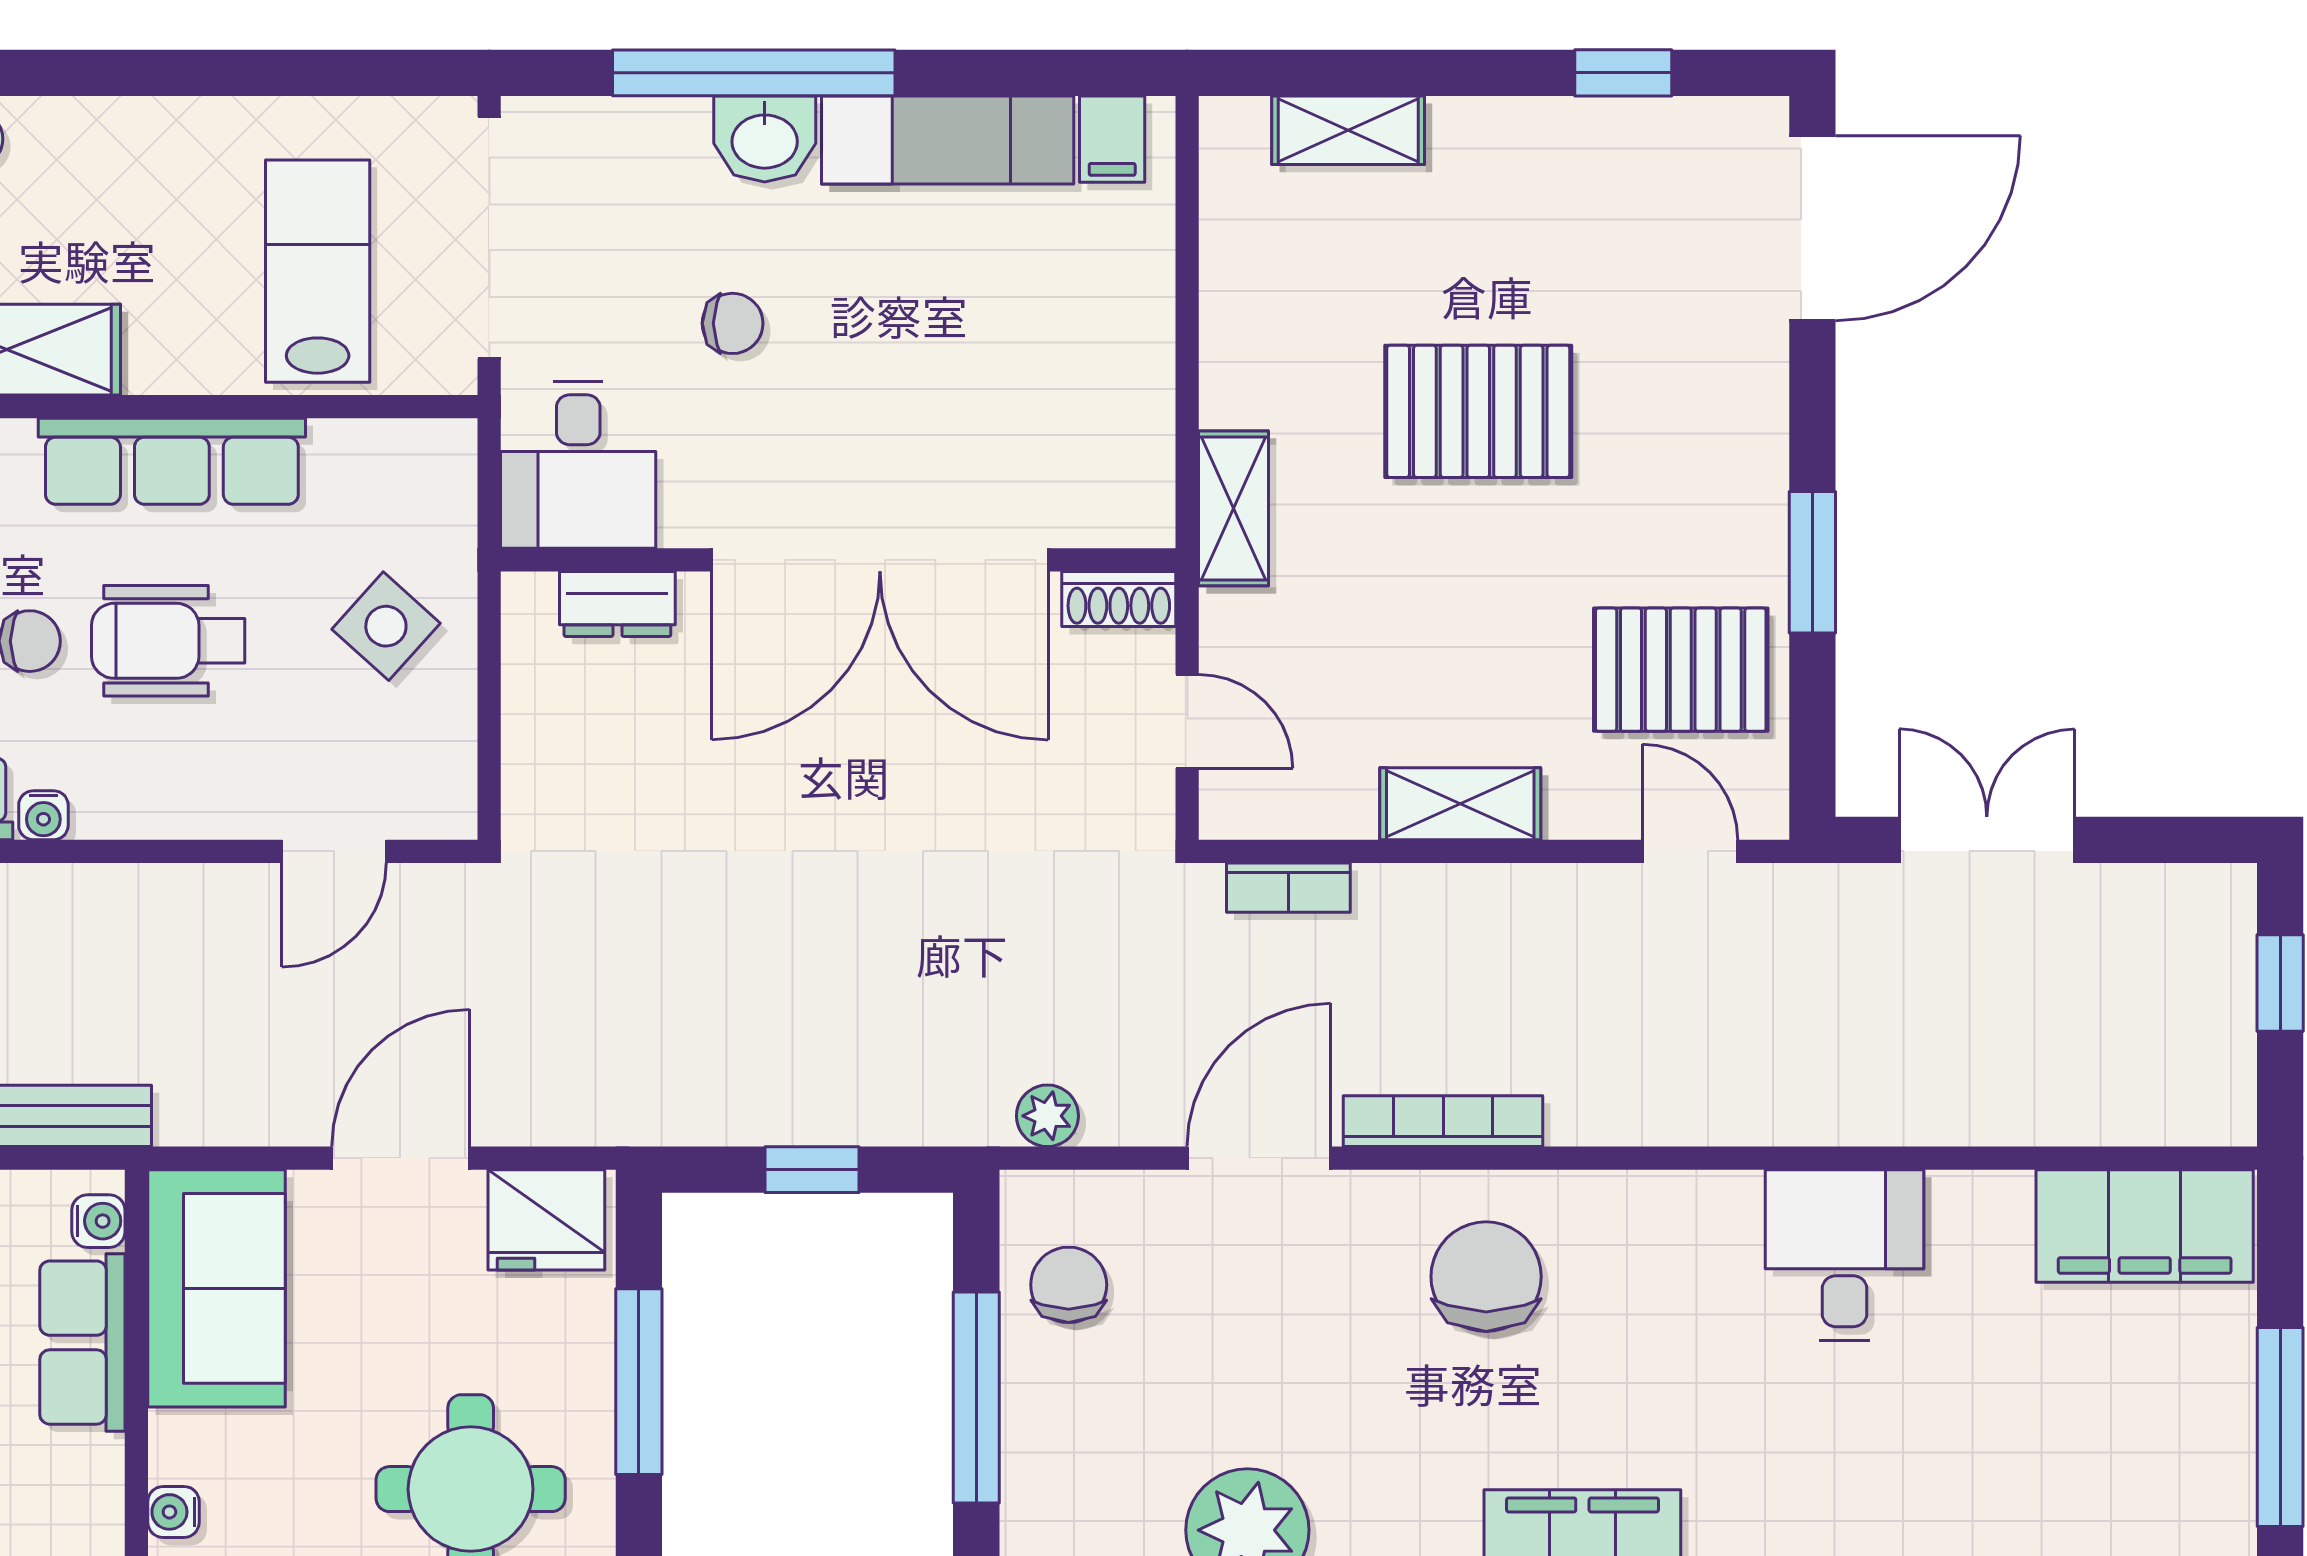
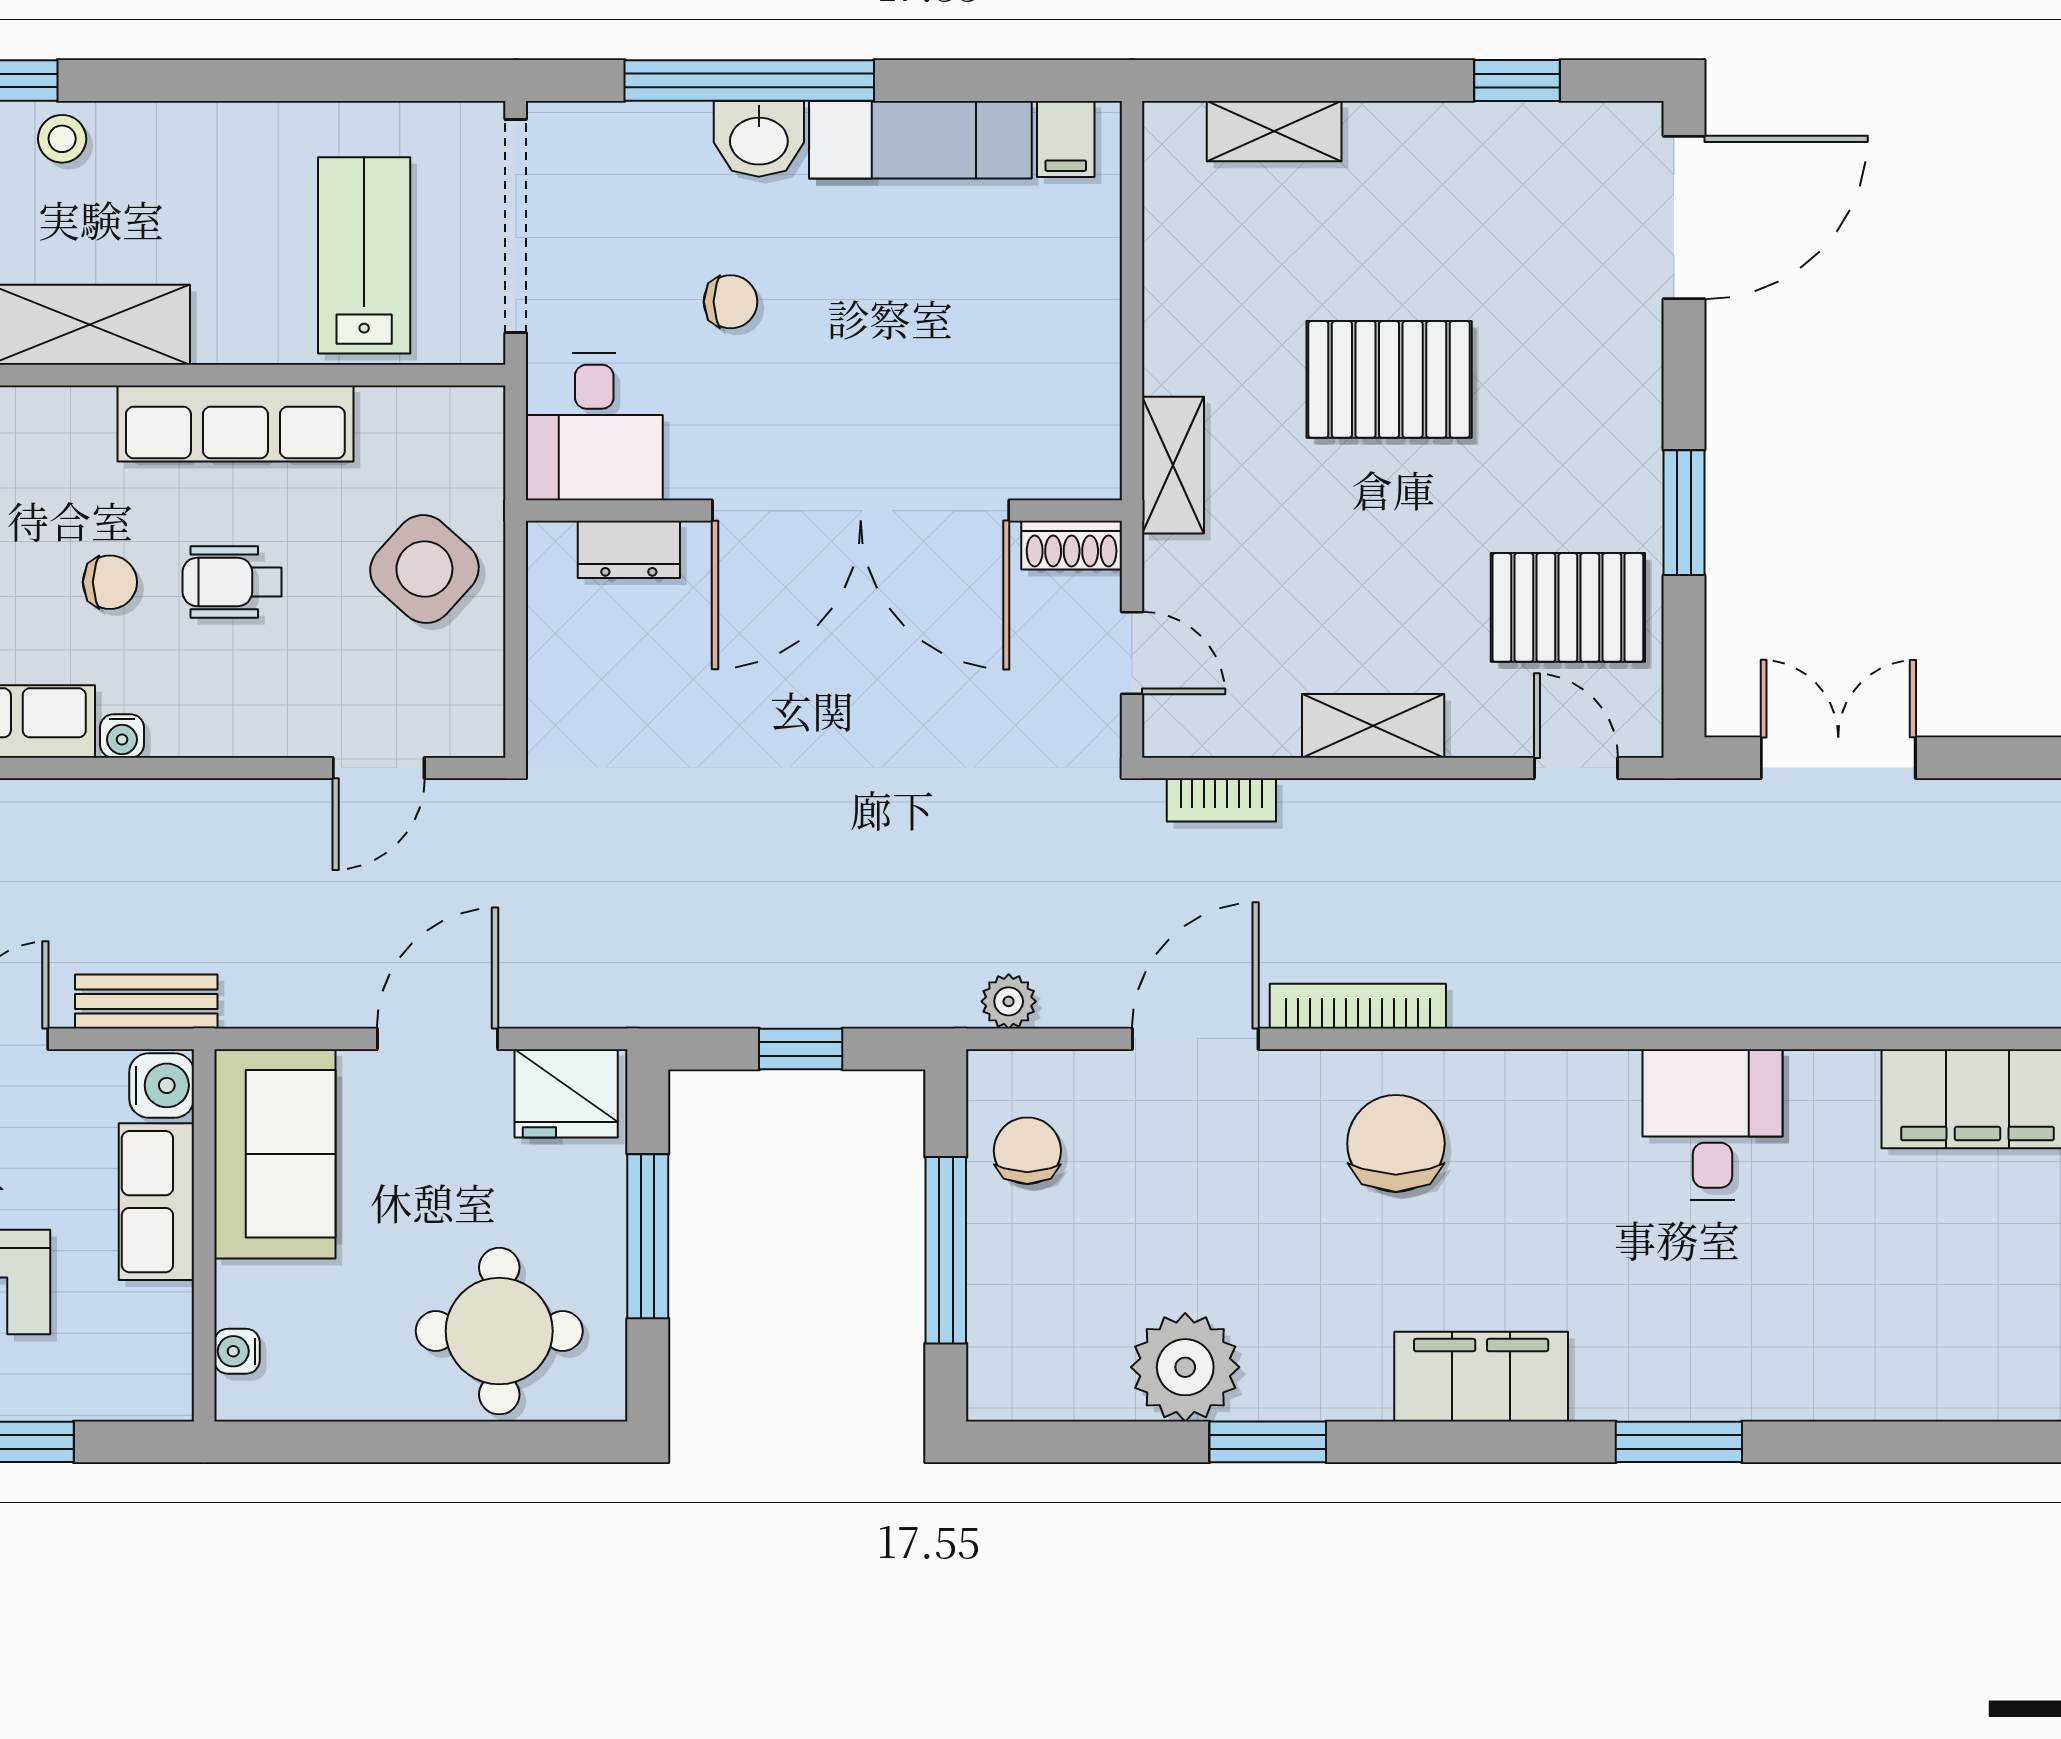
side table: (386, 626) -> (424, 569), width x1.37, depth x1.37
wheelchair: (168, 641) -> (232, 582), width x0.73, depth x0.73
water cooler: (98, 1221) -> (162, 1085), width x1.38, depth x1.38

